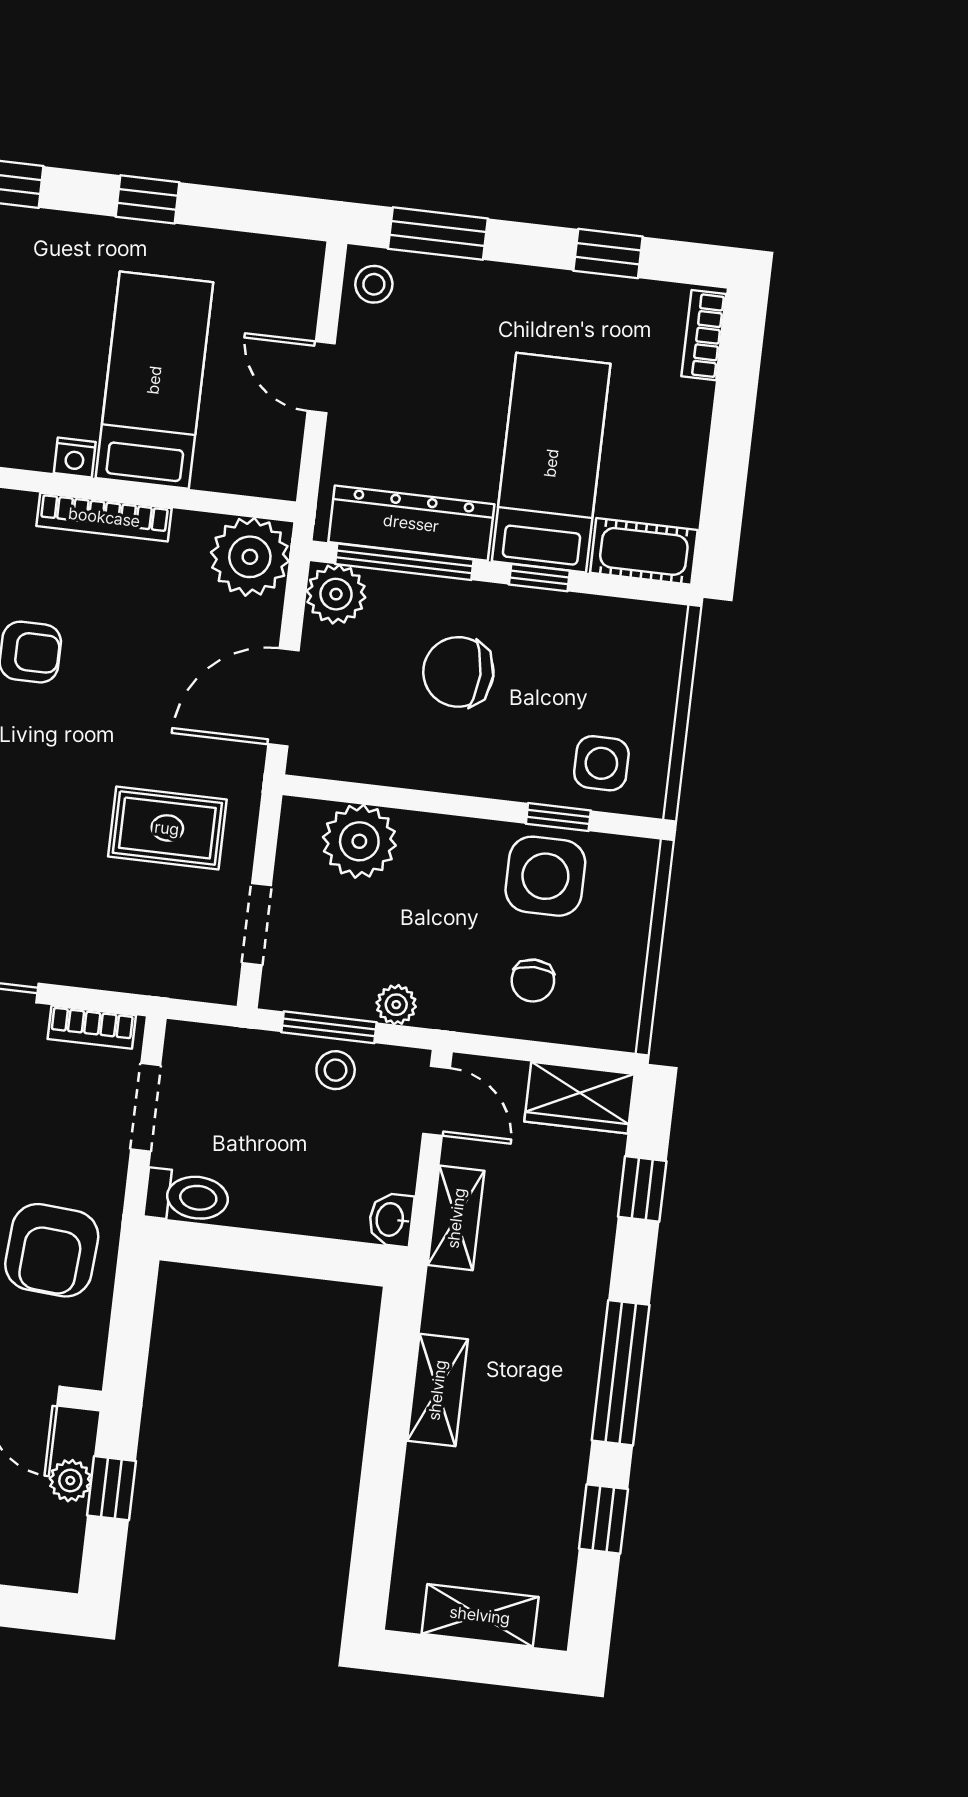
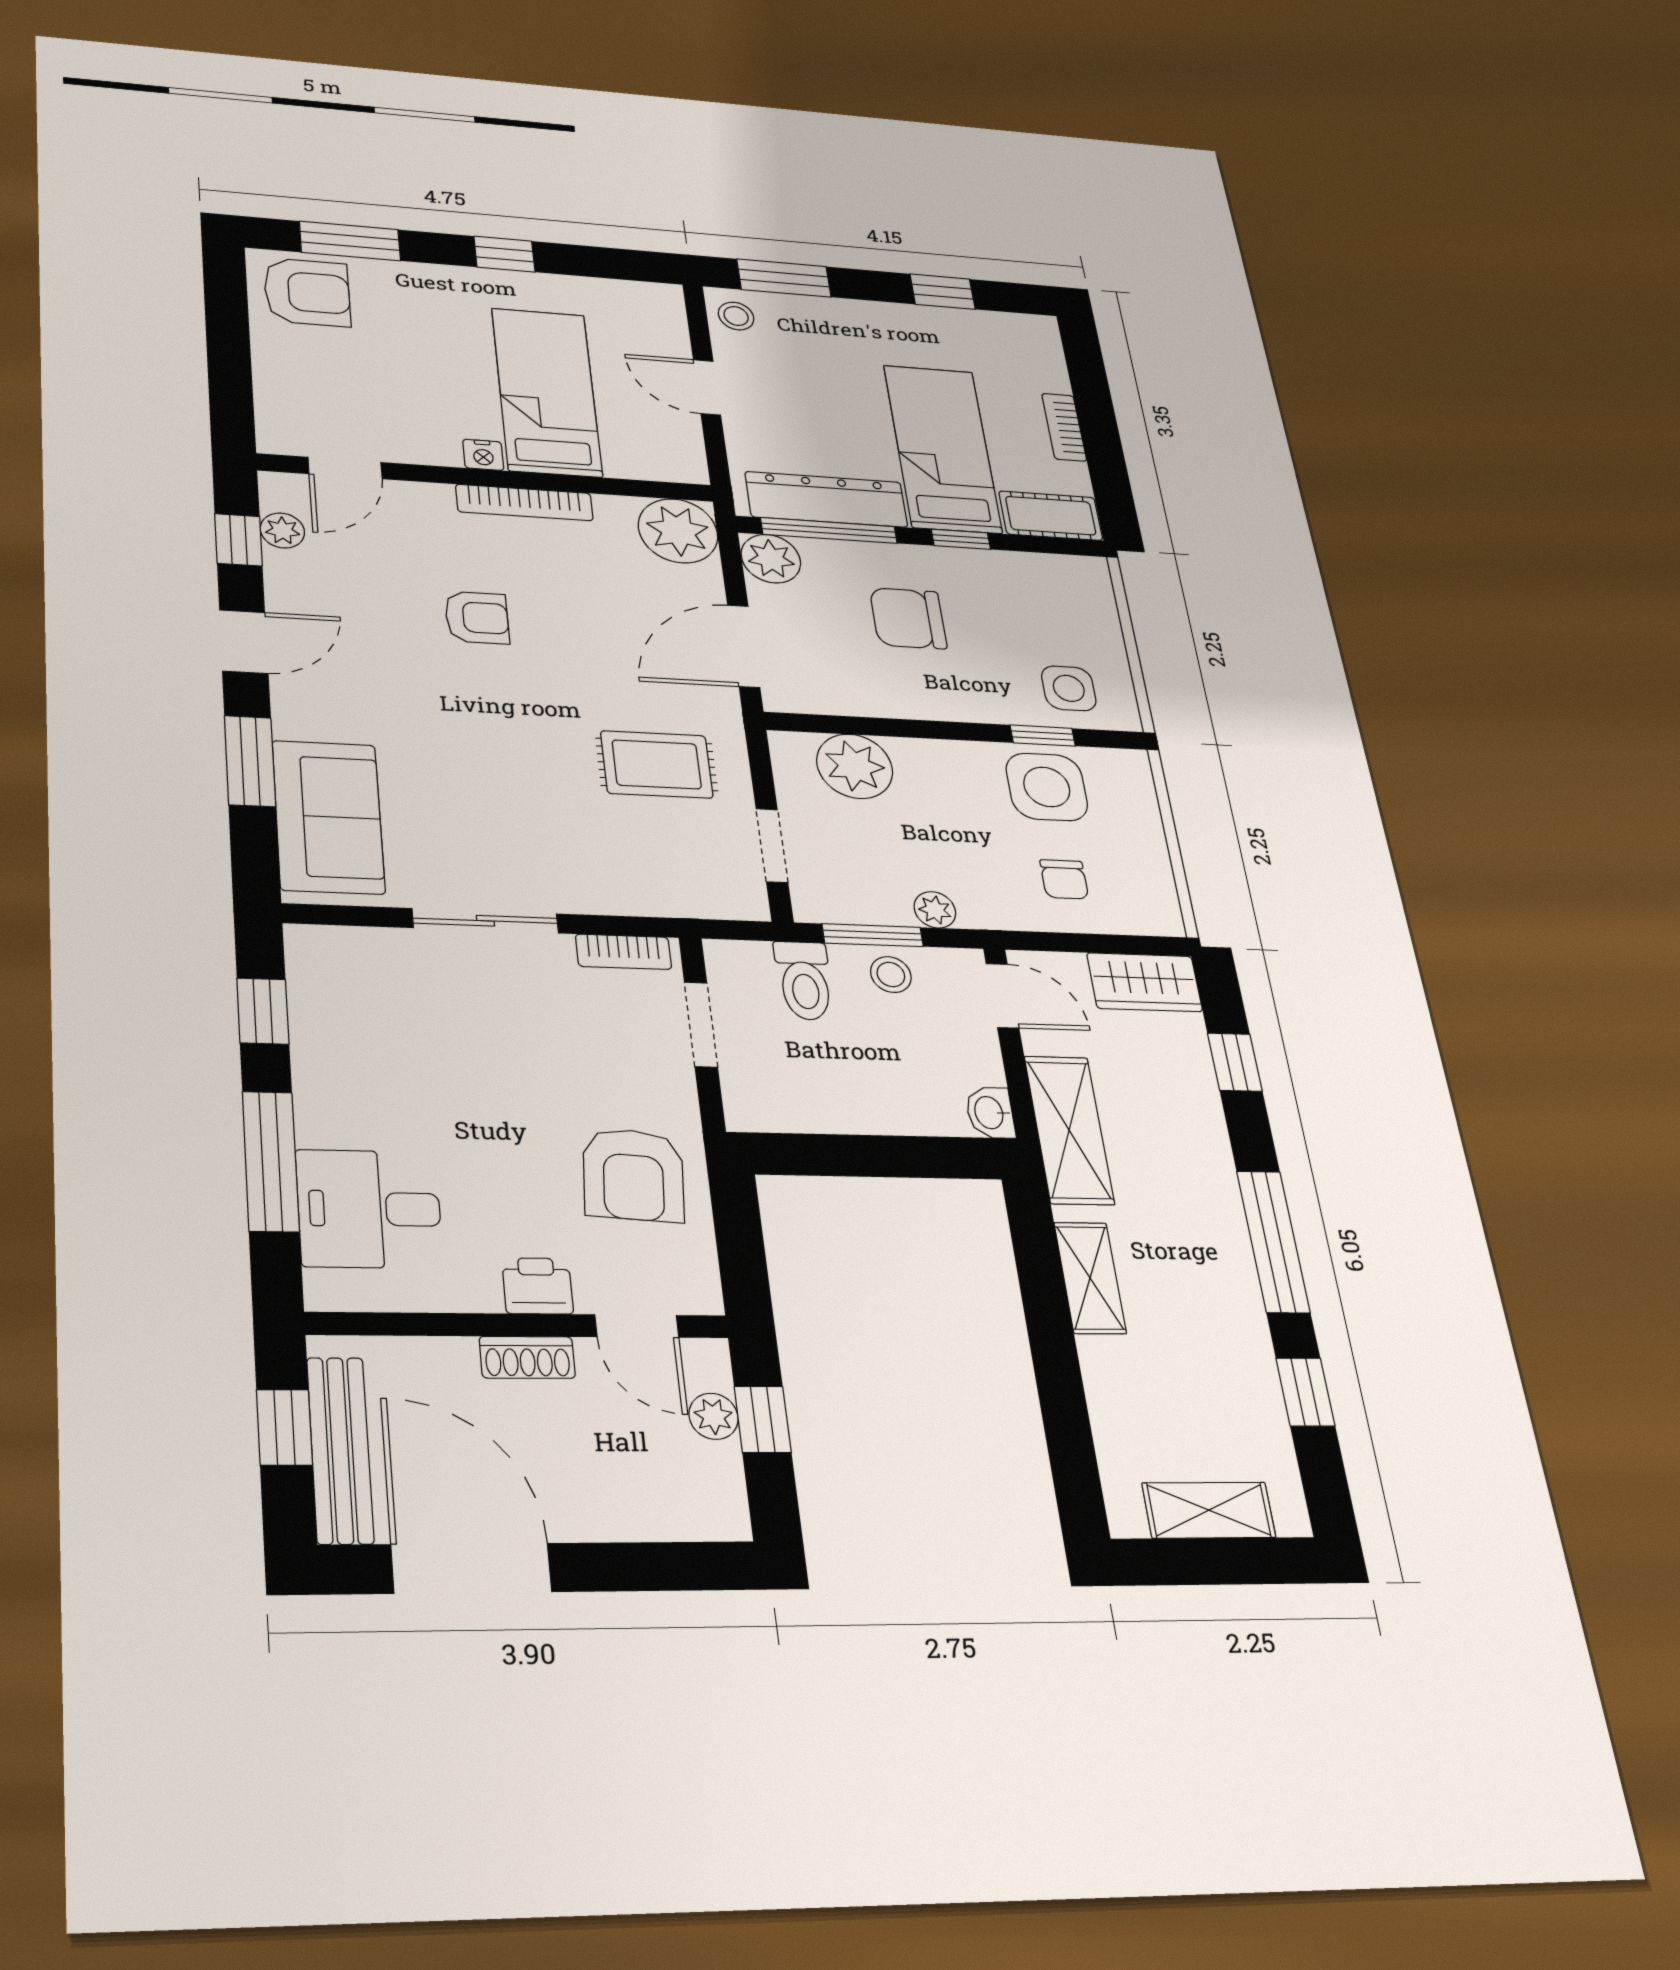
bookcase: (704, 335) -> (1064, 427), moved
toilet: (187, 1196) -> (804, 981), moved, turned 90
shelving: (456, 1218) -> (1069, 1130), width x1.50, depth x1.33

